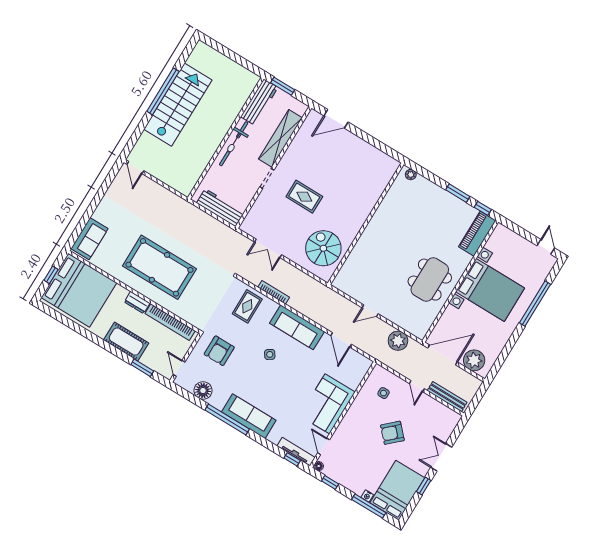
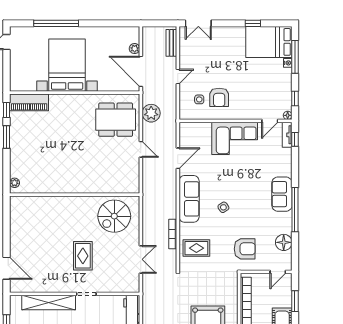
dining table: (430, 280) -> (116, 120), moved
plant: (474, 360) -> (135, 49), width x0.53, depth x0.53
bench: (447, 397) -> (171, 43), width x0.73
sofa: (249, 416) -> (282, 194), width x0.73
armchair: (392, 433) -> (219, 97), moved, turned 43
tv unit: (296, 452) -> (287, 135), width x0.71
double door: (441, 457) -> (198, 23), moved

